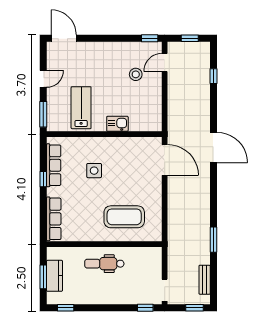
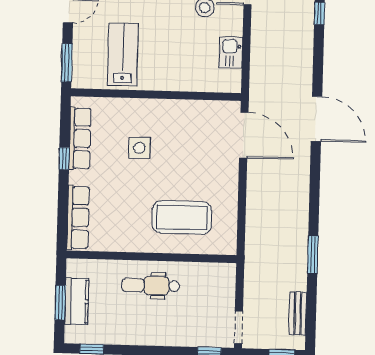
kitchen sink: (117, 124) -> (231, 52), moved, turned -90

